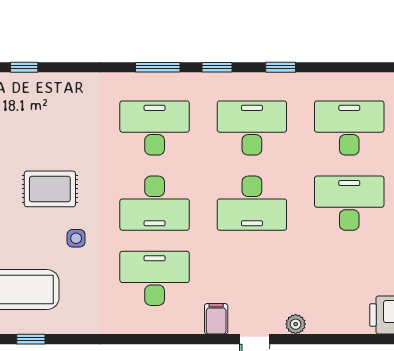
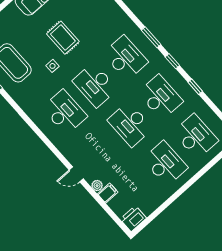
filing cabinet: (216, 319) -> (108, 193), moved

